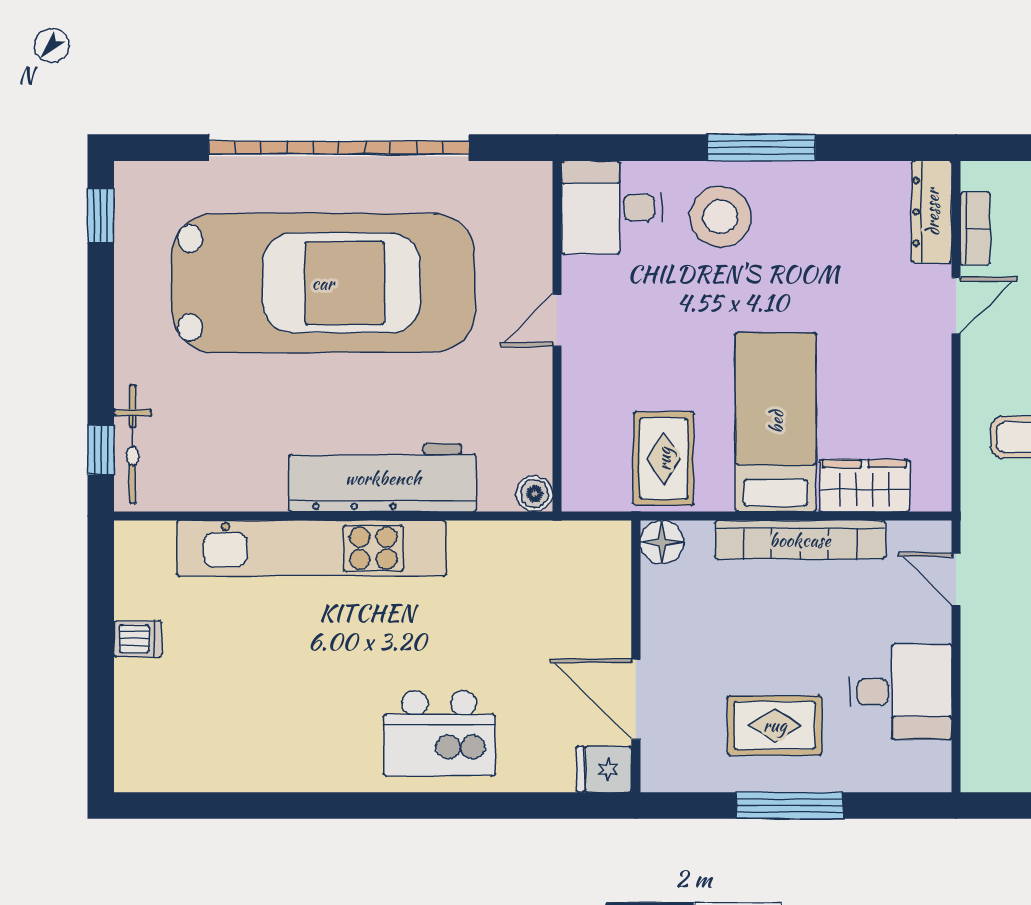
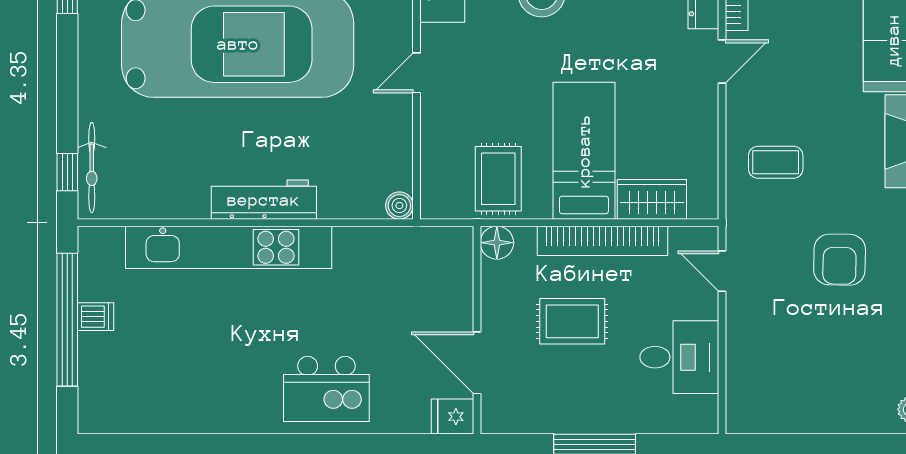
workbench: (383, 478) -> (264, 200), width x0.73, depth x0.76
window: (101, 643) -> (67, 320), added
rug: (775, 725) -> (572, 321), moved

